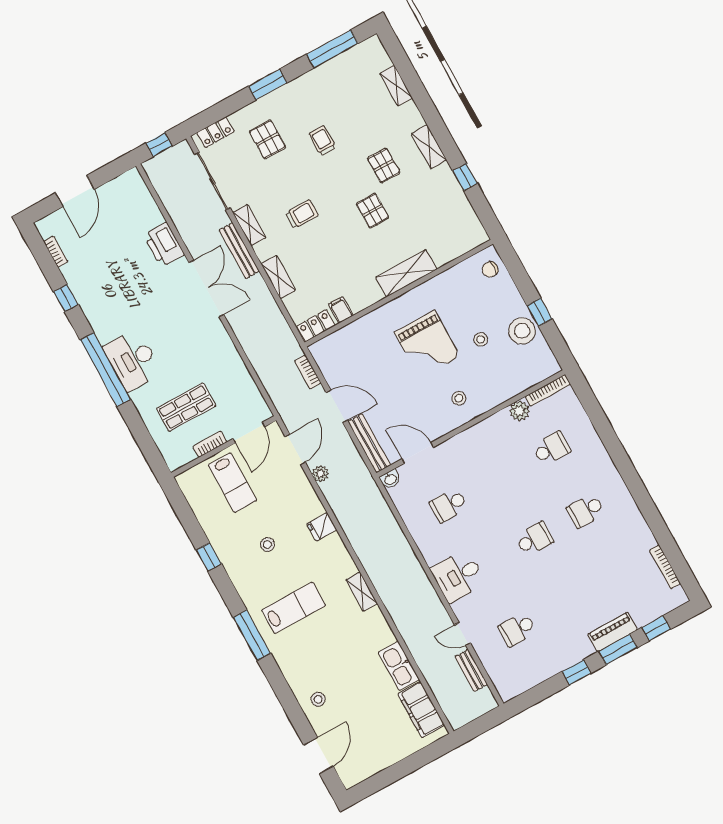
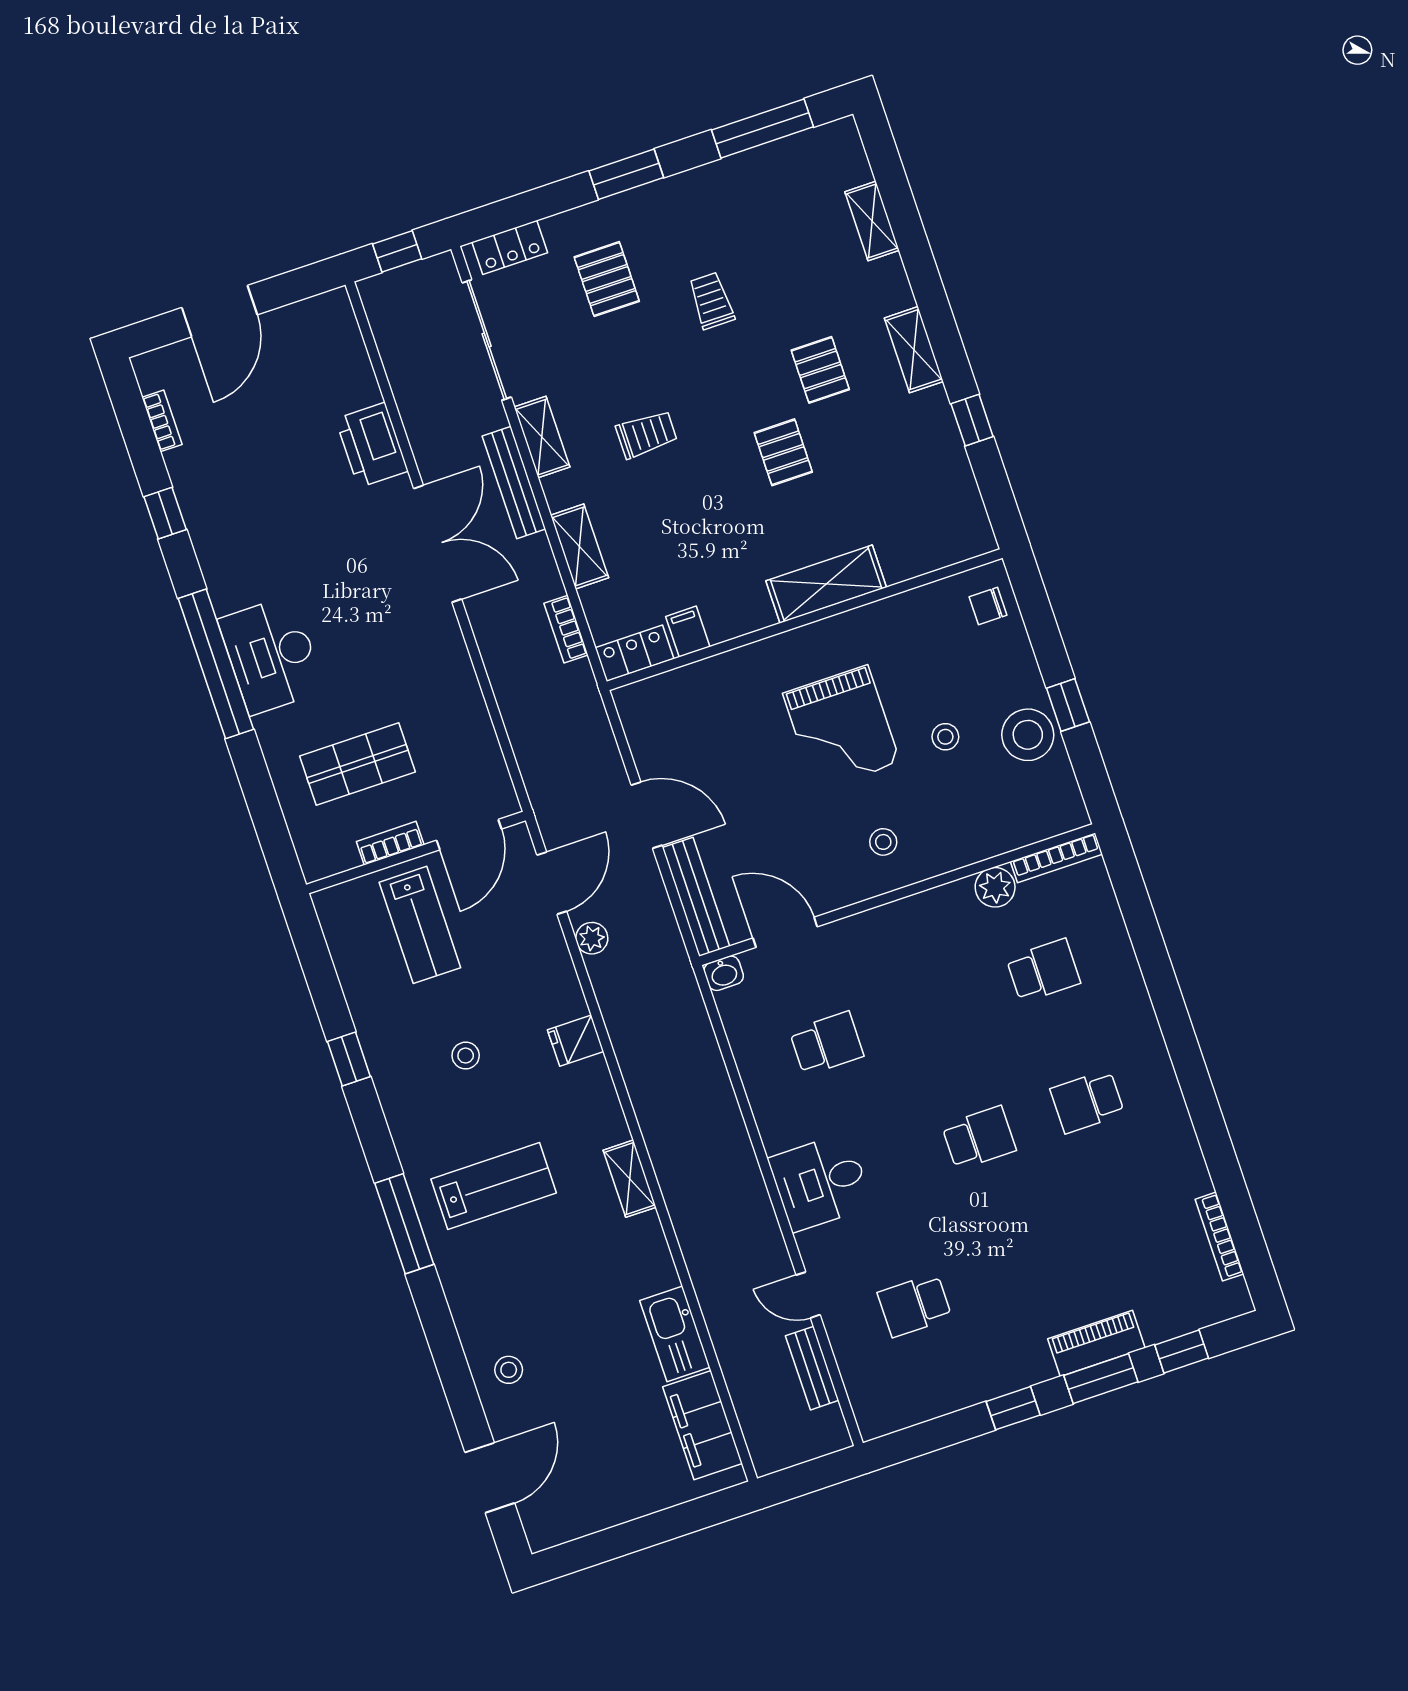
bookcase: (308, 372) -> (566, 629), moved
school desk: (449, 505) -> (827, 1043), turned 180

